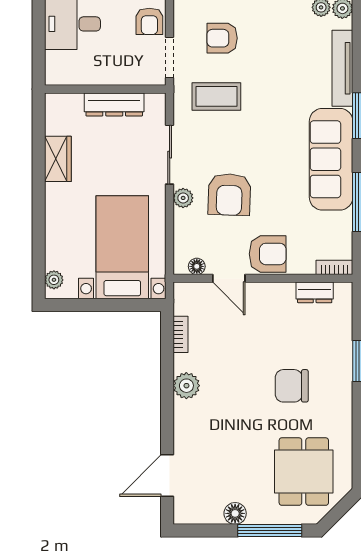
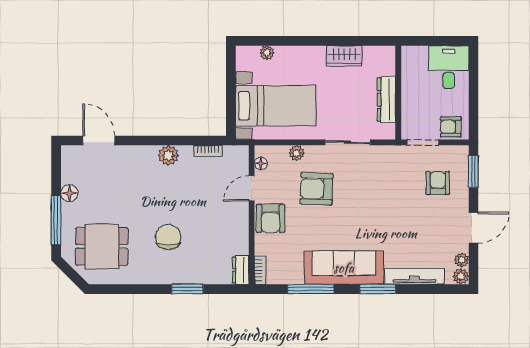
coffee table: (216, 96) -> (393, 179), removed
plant: (183, 198) -> (297, 153), moved
plant: (54, 280) -> (267, 53), moved
dresser: (315, 292) -> (241, 270), moved

